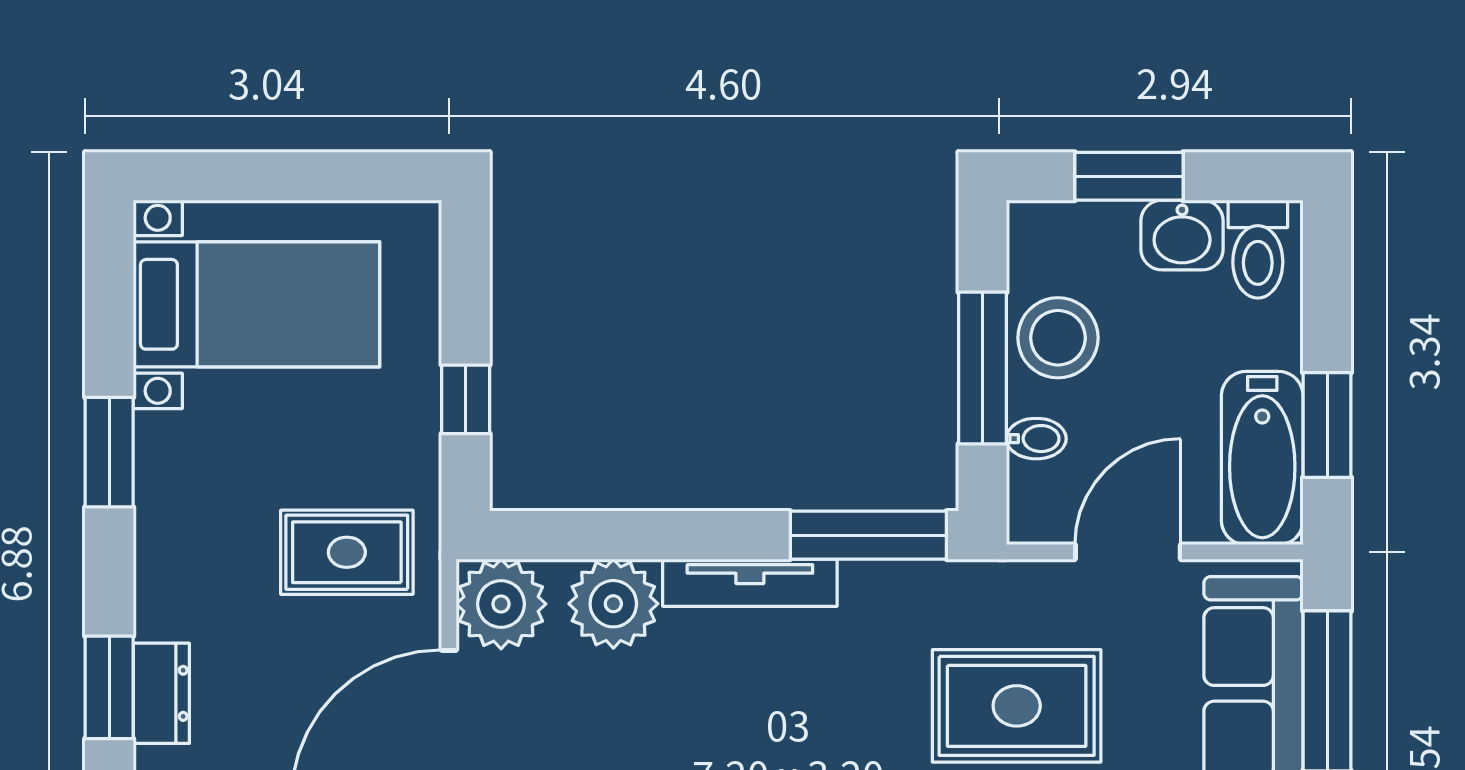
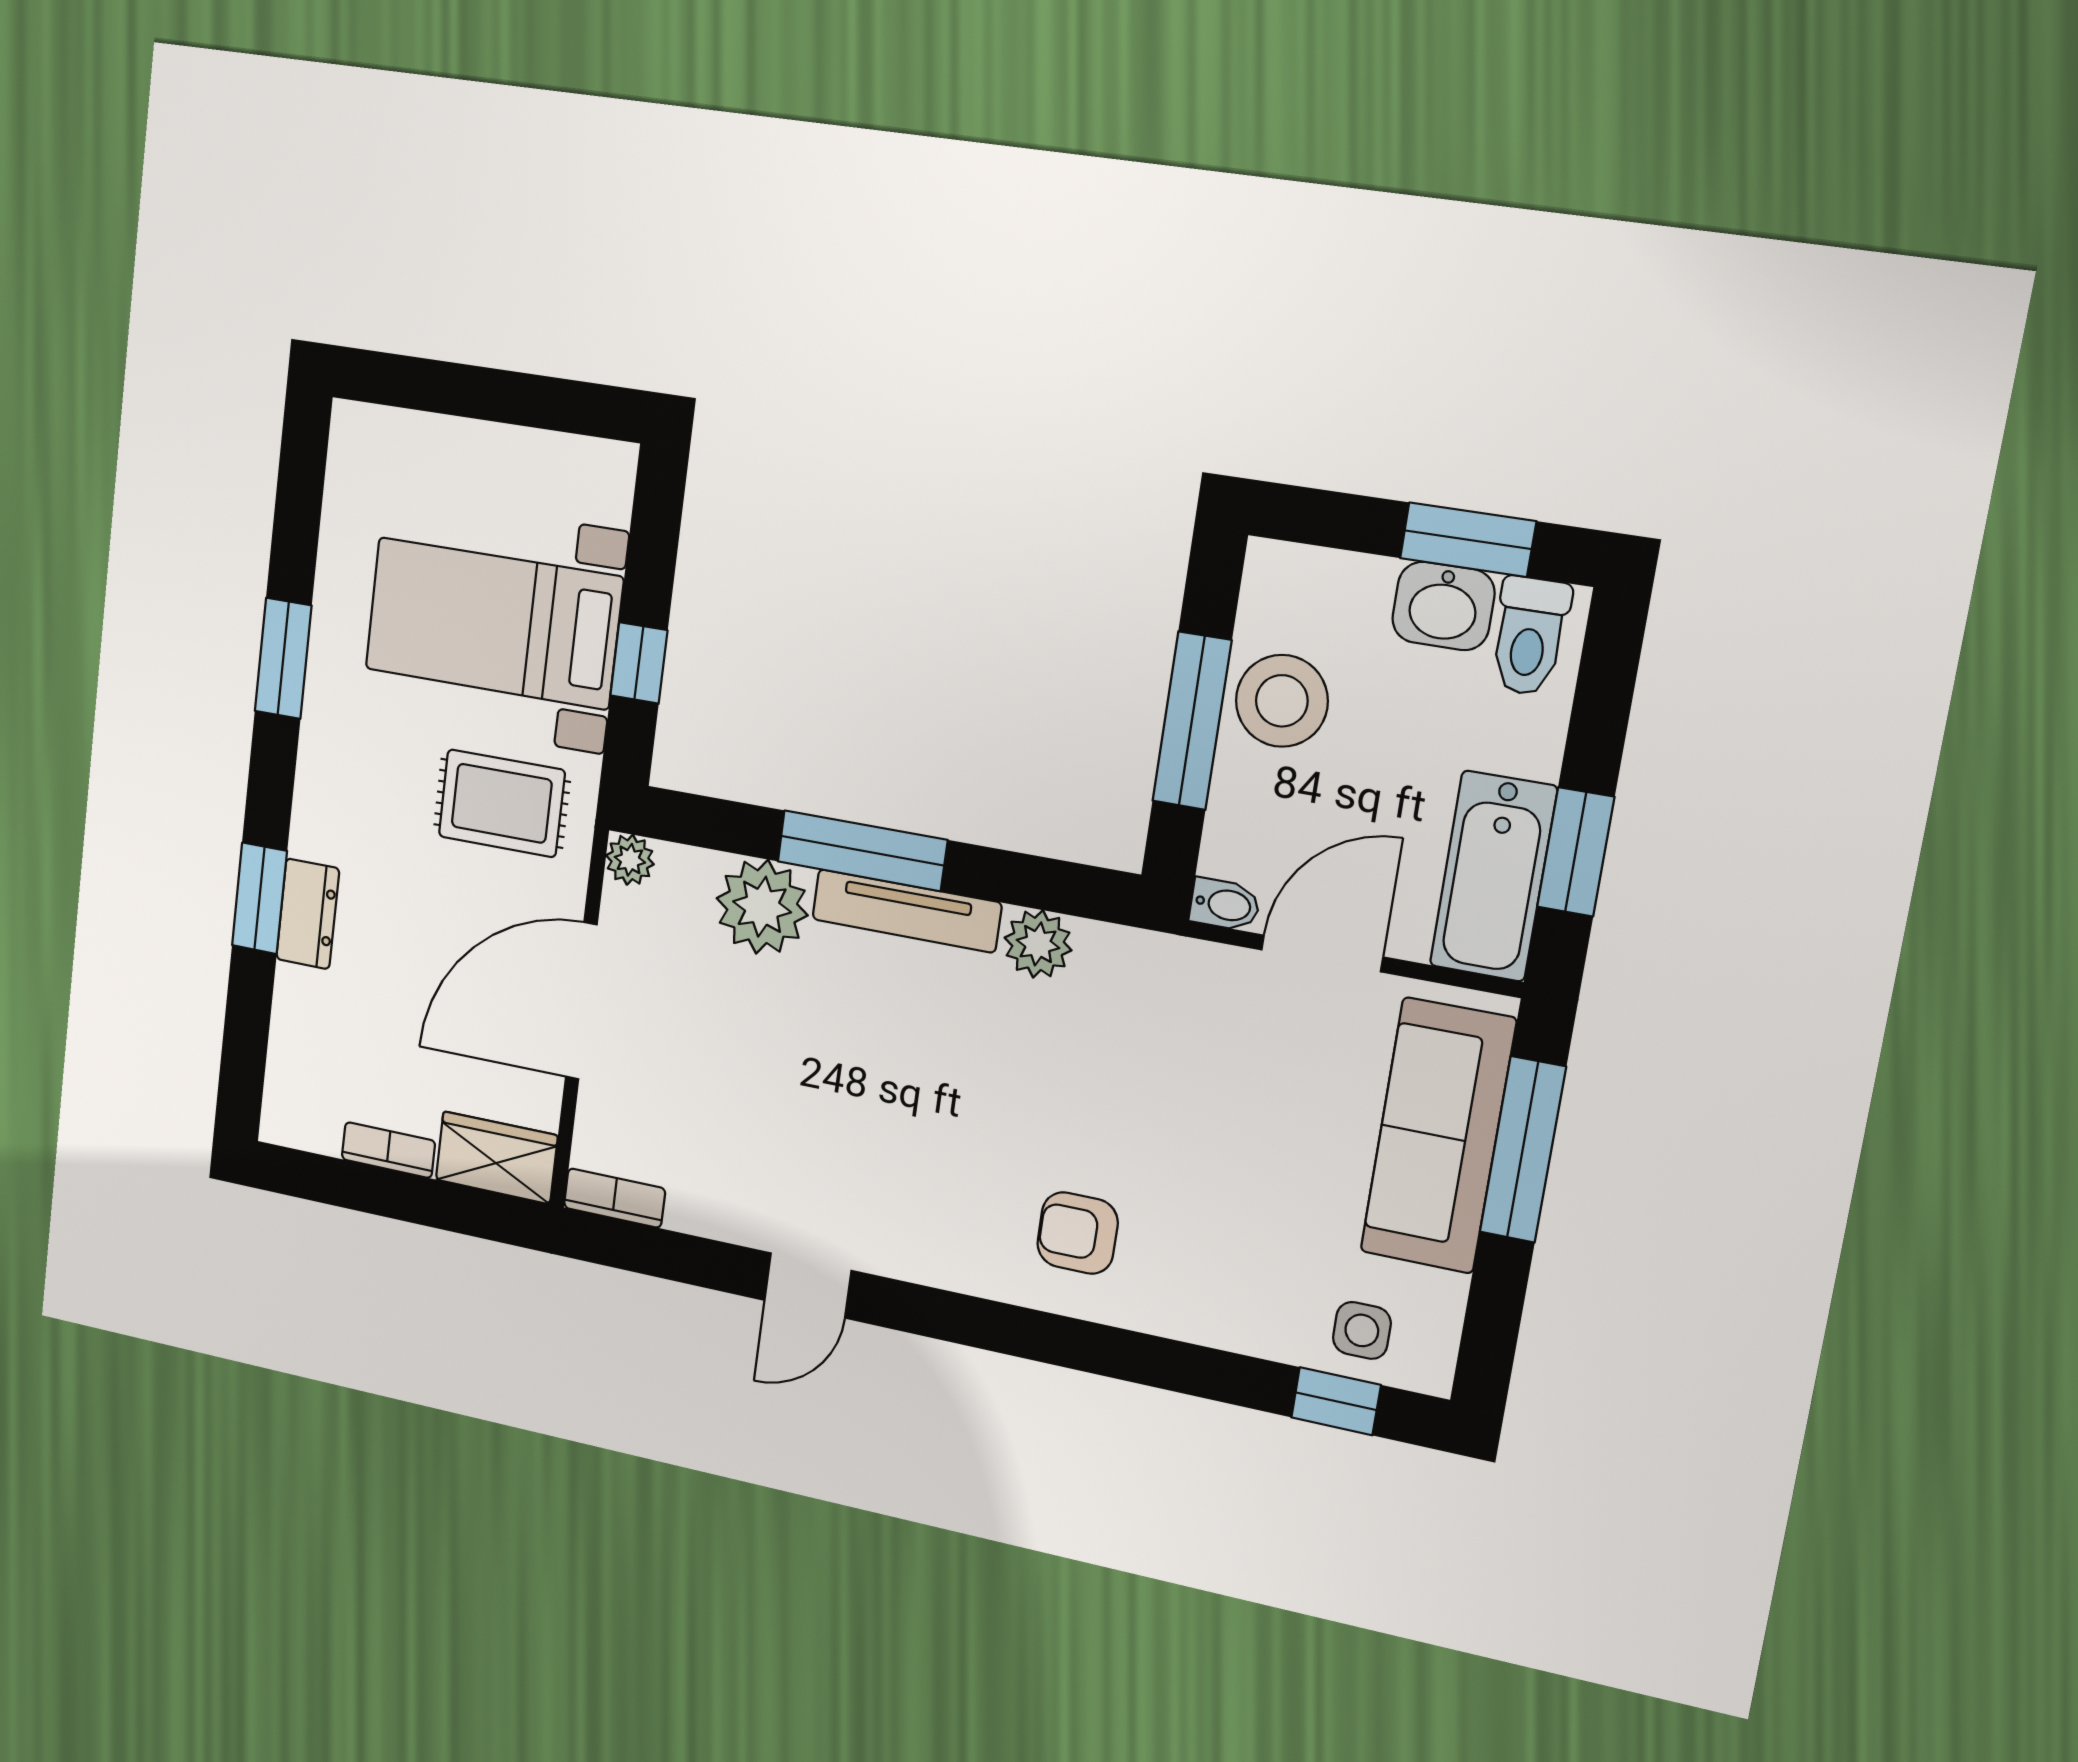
window: (1129, 176) -> (1468, 540), moved
bed with nightstands: (256, 304) -> (493, 623), moved, turned 180
bidet: (1036, 439) -> (1225, 905), moved
window: (868, 535) -> (862, 851), moved
plant: (875, 590) -> (1038, 944), added
plant: (501, 604) -> (630, 860), width x0.53, depth x0.53
rug: (1017, 706) -> (1172, 1097), removed

